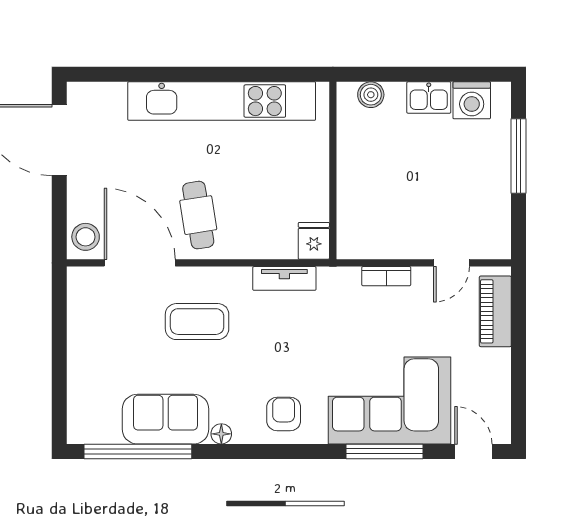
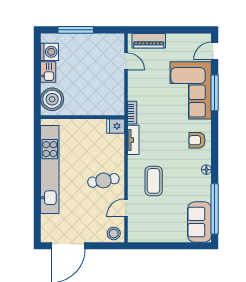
boiler: (371, 95) -> (52, 99), width x1.86, depth x1.86
door: (140, 263) -> (126, 208), width x0.53
bookcase: (386, 276) -> (132, 113), moved
sofa: (166, 419) -> (199, 222), moved

